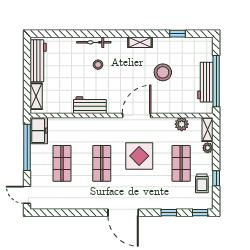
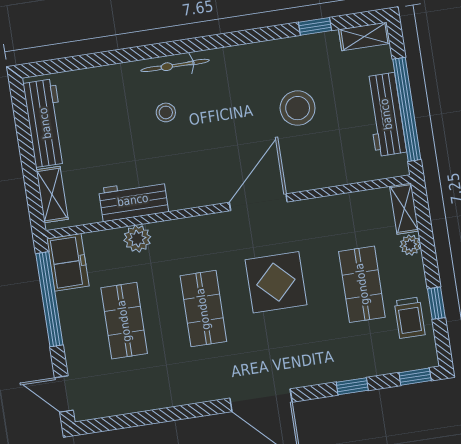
bicycle: (94, 42) -> (175, 65), moved
shelving: (140, 42) -> (364, 36), moved
workbench: (90, 105) -> (133, 200), moved
plant: (182, 124) -> (137, 239), moved

